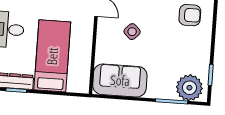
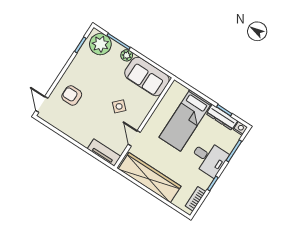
plant: (154, 91) -> (127, 55), added

